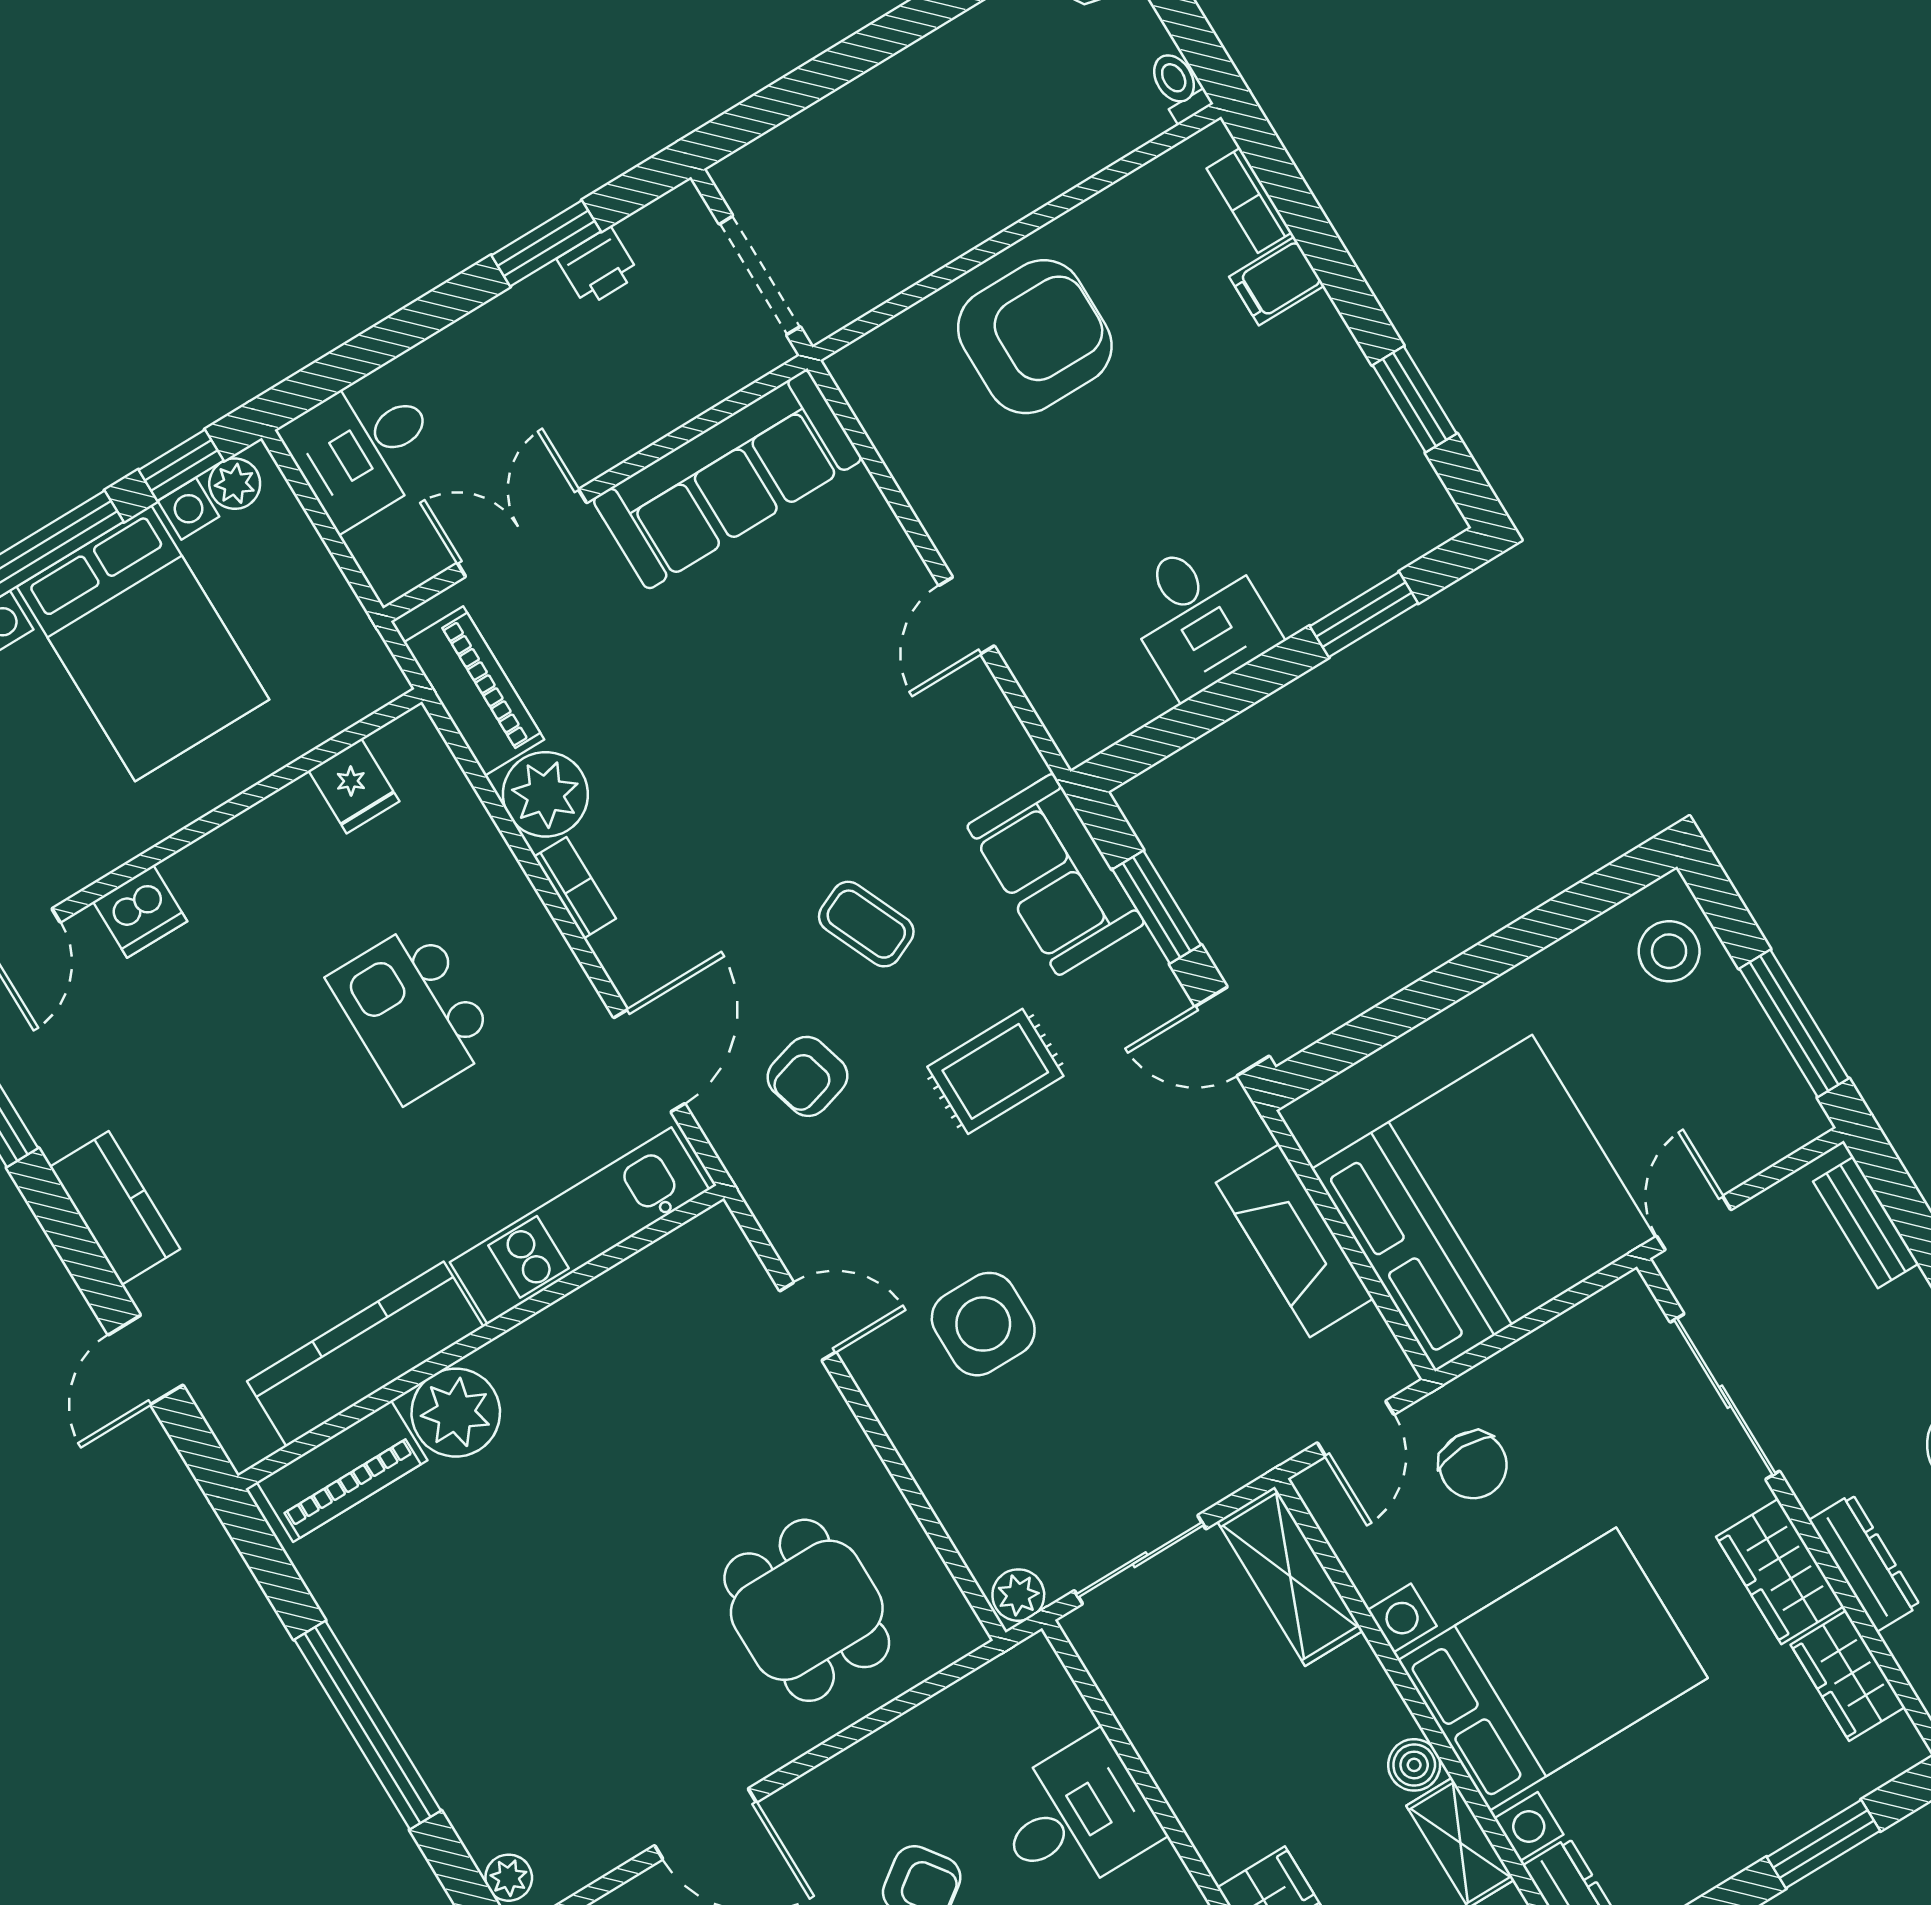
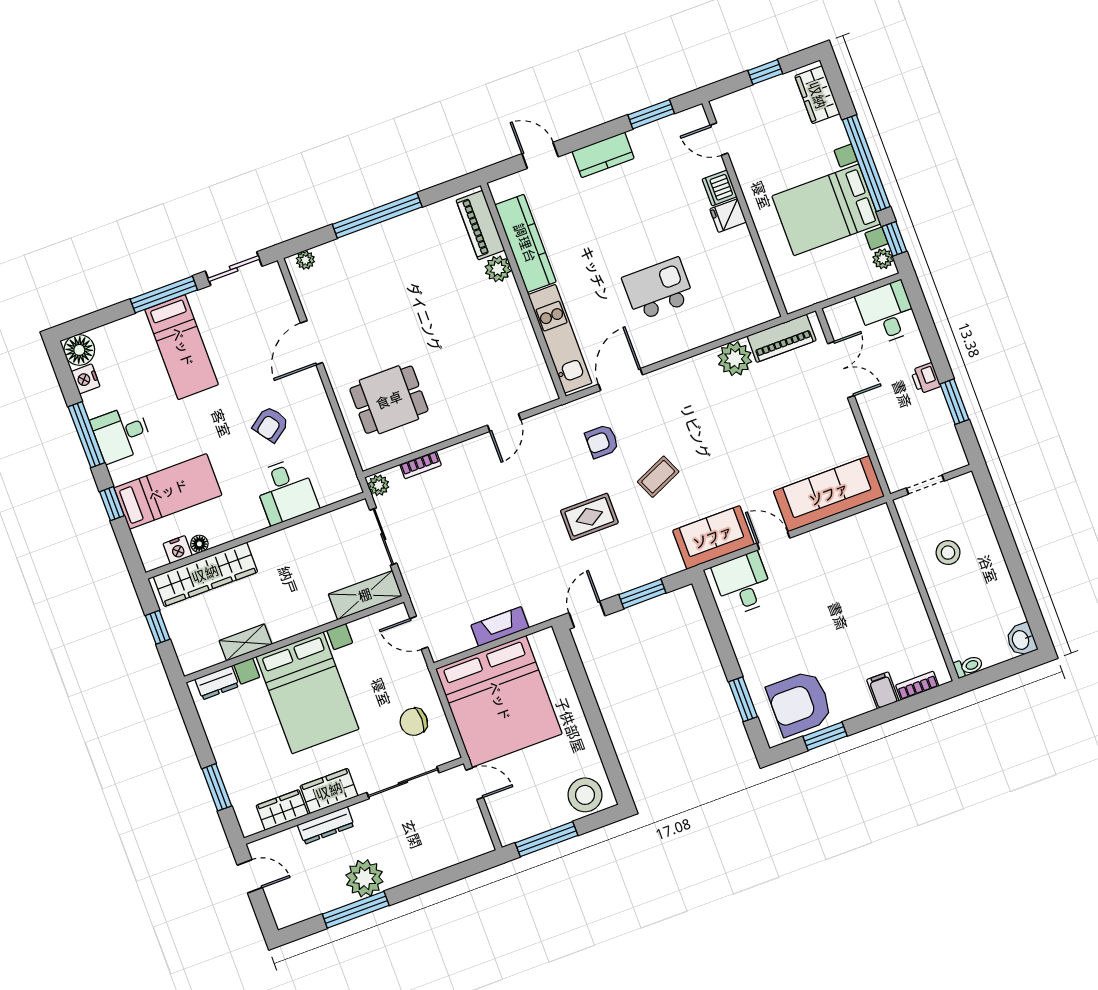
stool: (913, 188) -> (948, 553), added
printer: (598, 267) -> (926, 378), moved
doorway: (760, 275) -> (925, 484), width x0.73
armchair: (1035, 337) -> (800, 703), moved, turned 90
sofa: (727, 479) -> (829, 494), moved, turned 90
desk: (1199, 616) -> (743, 584), moved, turned 90
fridge: (354, 786) -> (728, 216), moved
sofa: (1056, 874) -> (713, 537), moved
bookcase: (575, 888) -> (421, 465), moved
stool: (1669, 951) -> (585, 795), width x1.38, depth x1.38
door: (649, 1061) -> (620, 379), swing flipped
rug: (995, 1071) -> (589, 517), turned 90
armchair: (807, 1076) -> (602, 441), turned -74
bench: (1866, 1222) -> (462, 852), removed
fireplace: (1295, 1241) -> (500, 626), width x0.73, depth x0.76
side table: (983, 1324) -> (489, 492), removed
plant: (456, 1413) -> (498, 269), width x0.73, depth x0.73
chair: (1473, 1465) -> (414, 722), moved
boiler: (1414, 1765) -> (280, 630), removed

